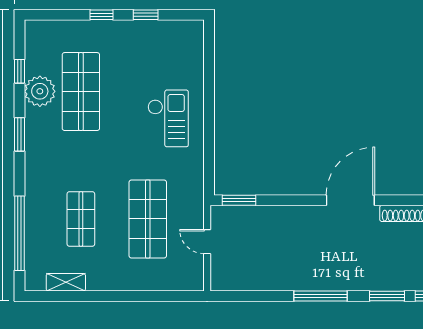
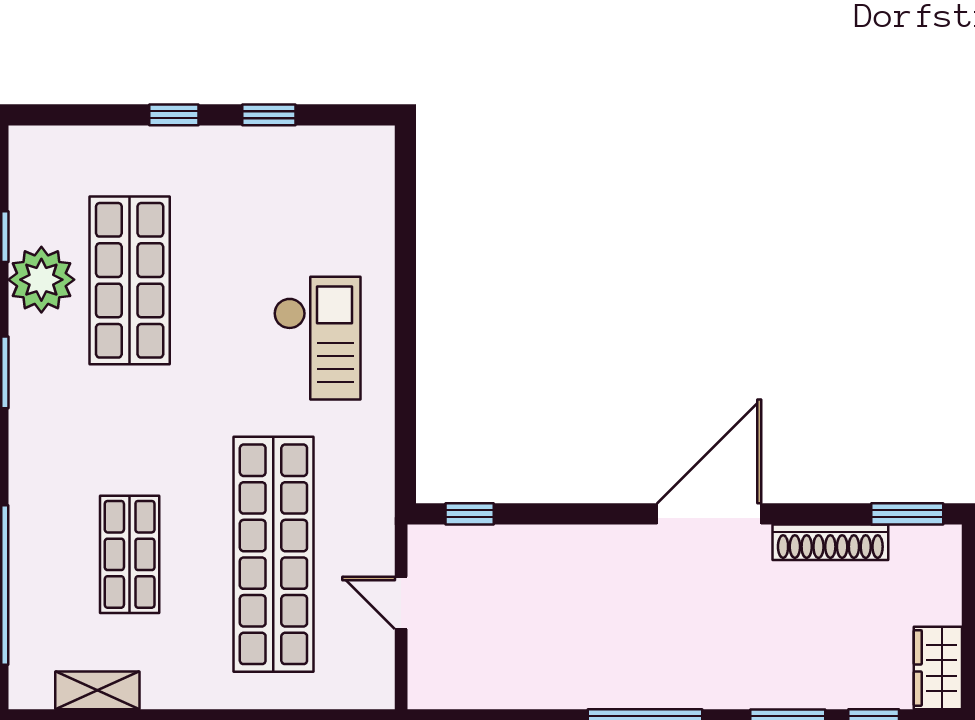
window: (239, 200) -> (470, 514), width x0.67
shop shelf: (148, 219) -> (273, 554), width x1.40

